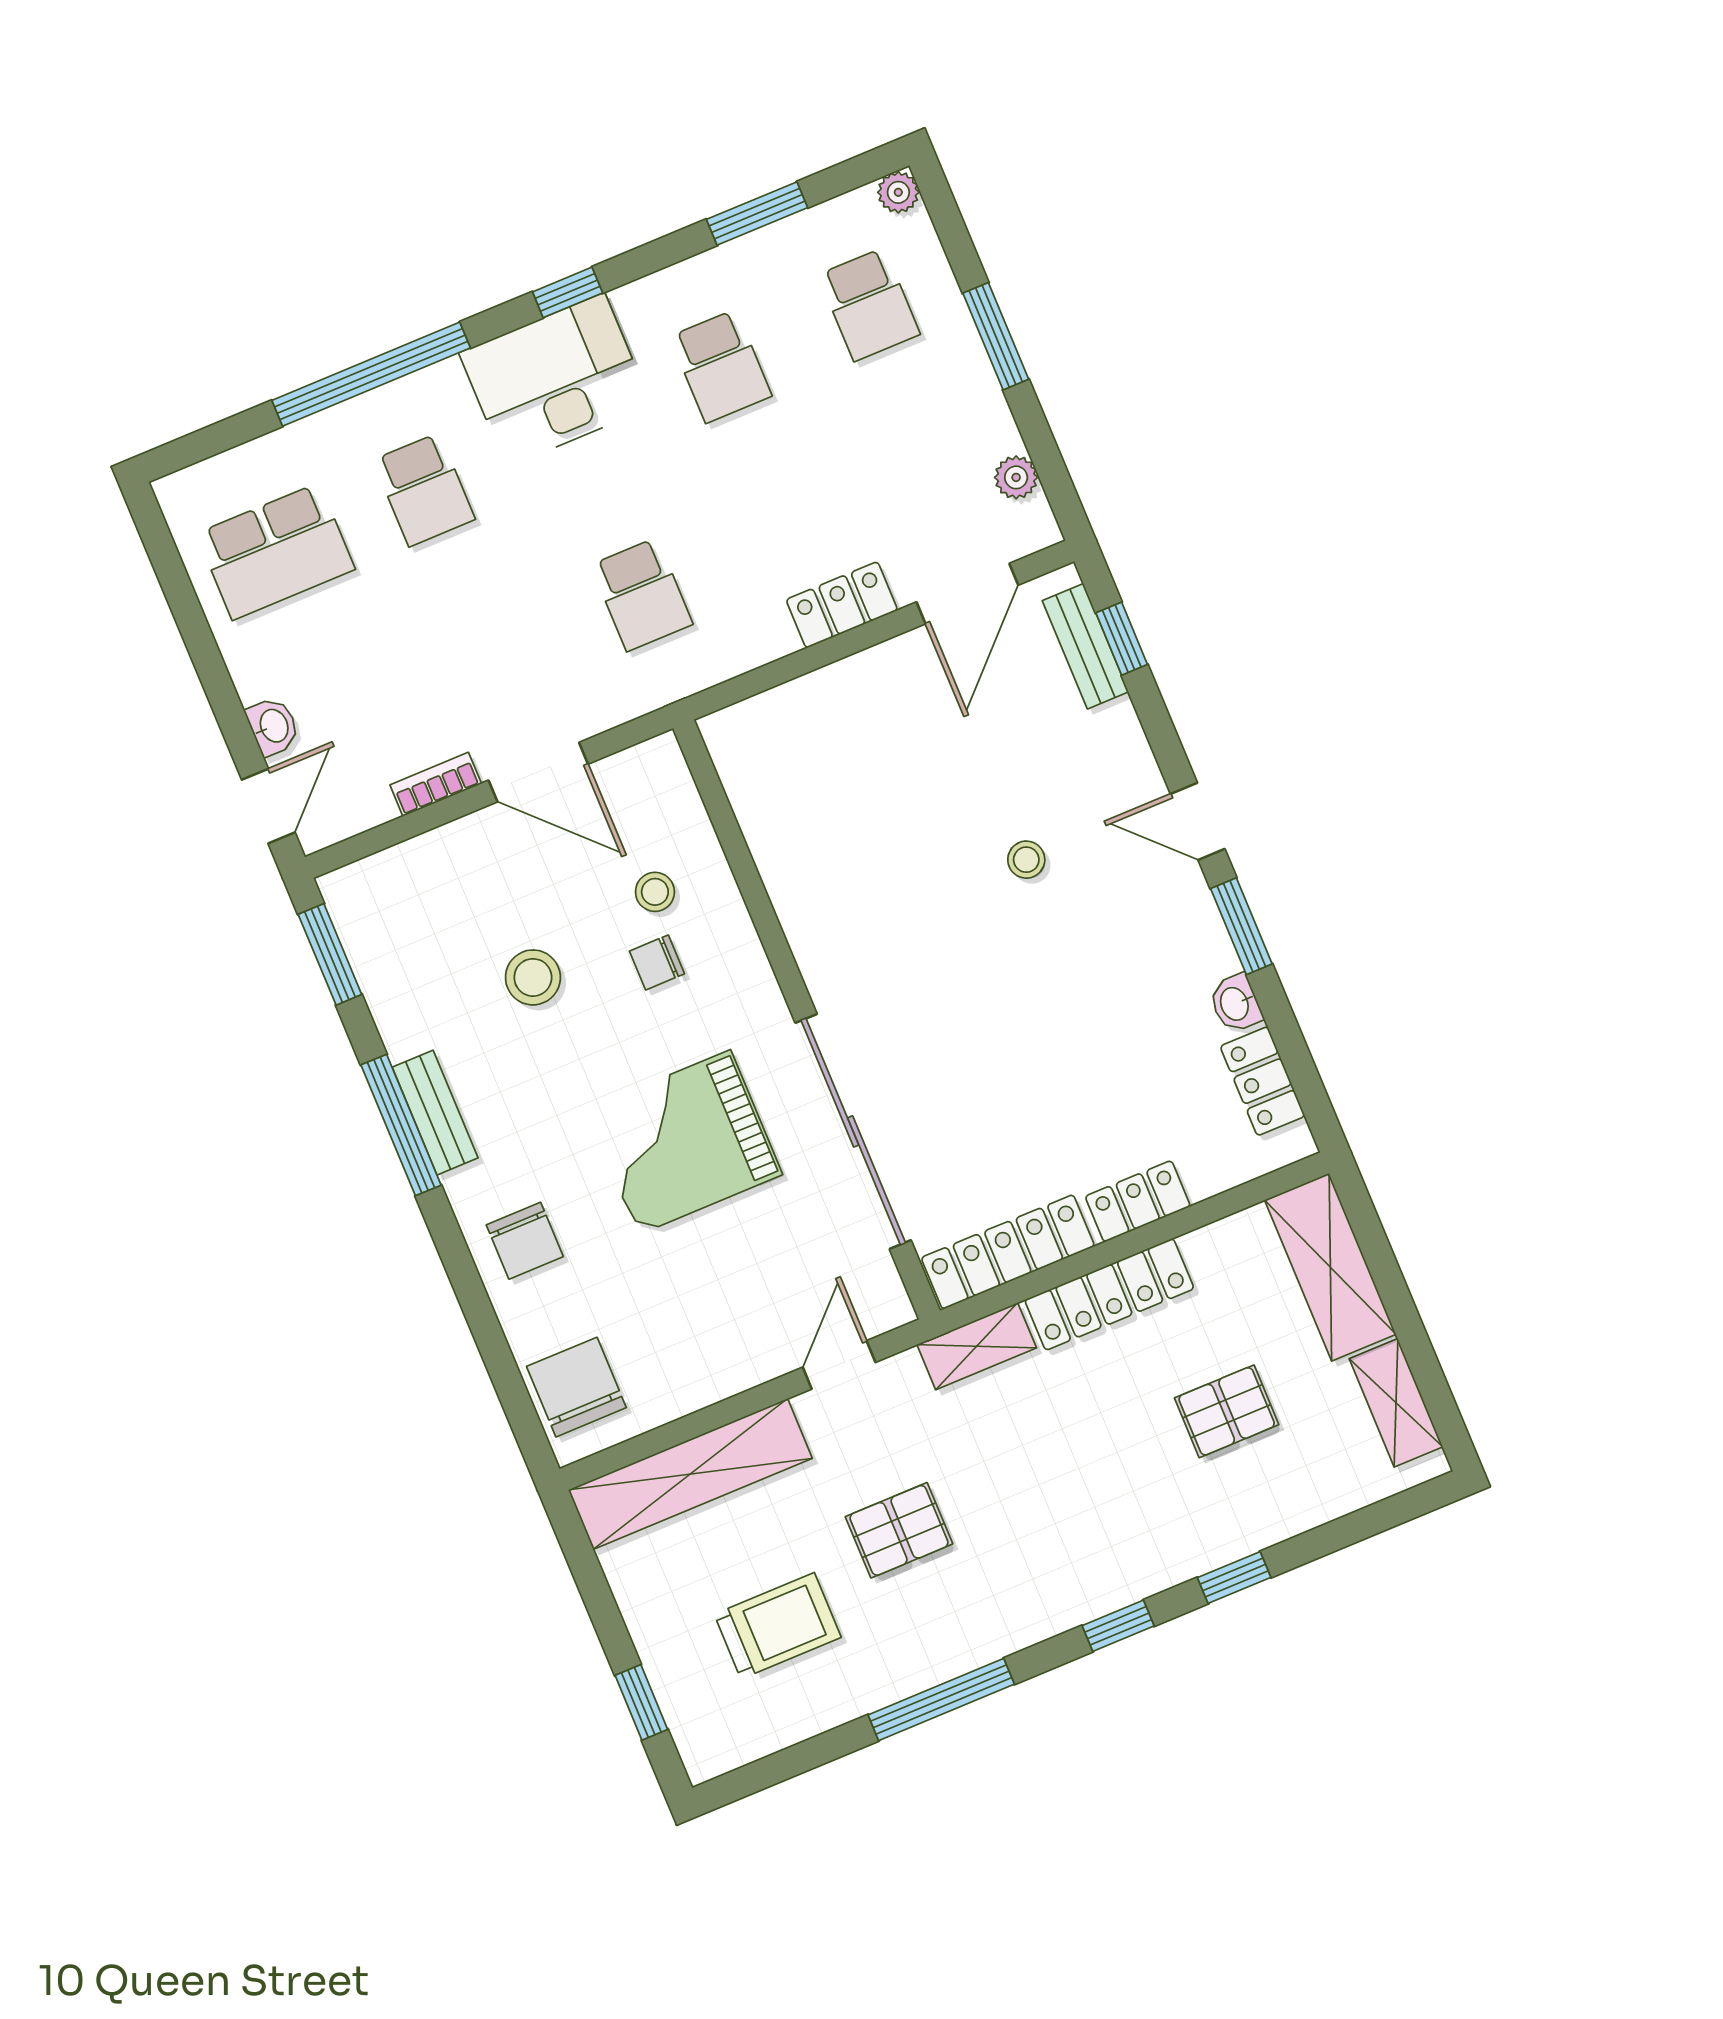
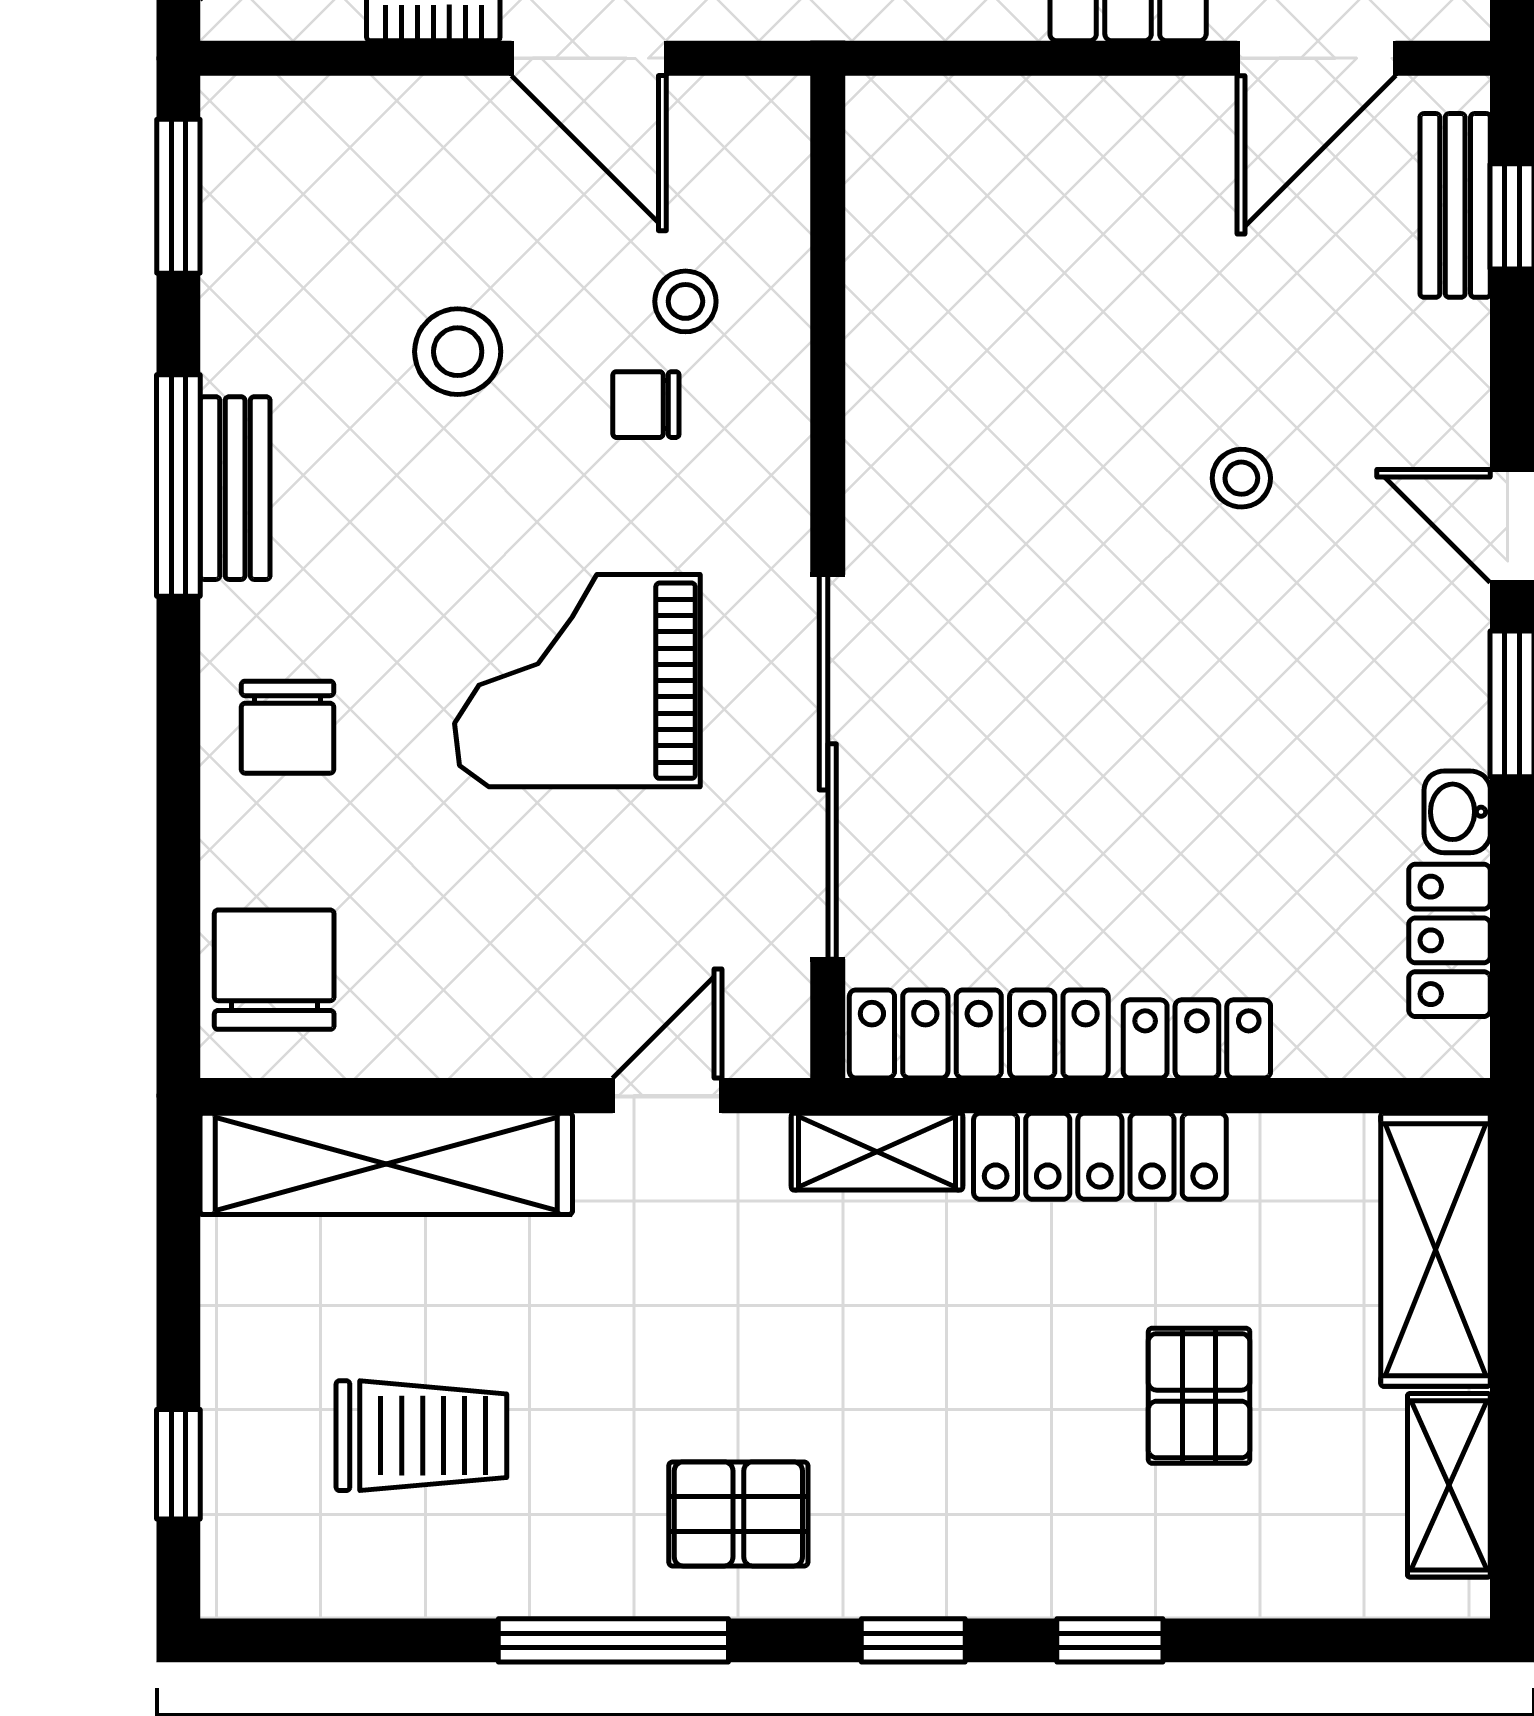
pallet: (1227, 1411) -> (1199, 1396), turned 90
pallet: (899, 1530) -> (738, 1514), moved

